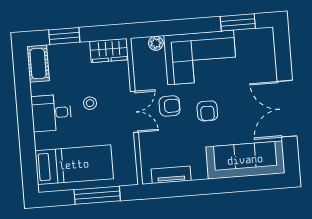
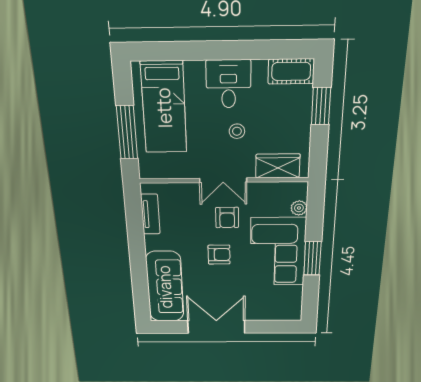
window: (238, 22) -> (312, 258), moved
wardrobe: (109, 50) -> (278, 166), moved, turned 90
armchair: (207, 111) -> (219, 255), turned 180

